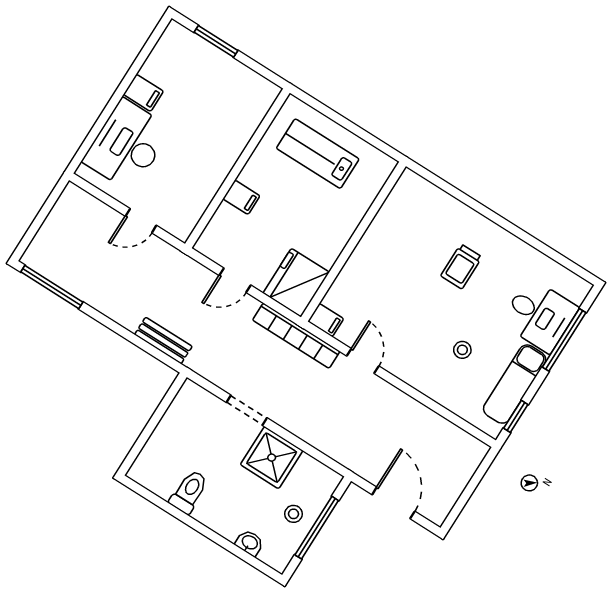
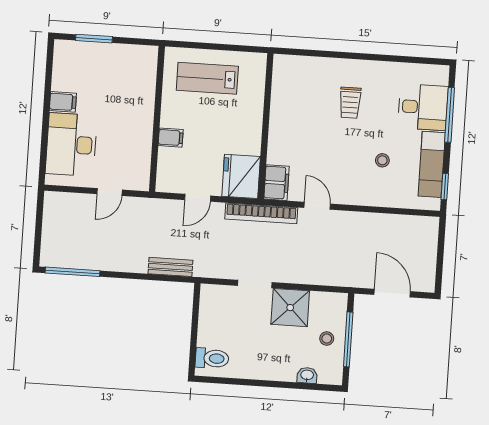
filing cabinet: (326, 320) -> (276, 183), width x2.00
toilet: (189, 492) -> (212, 358), moved, turned 90

